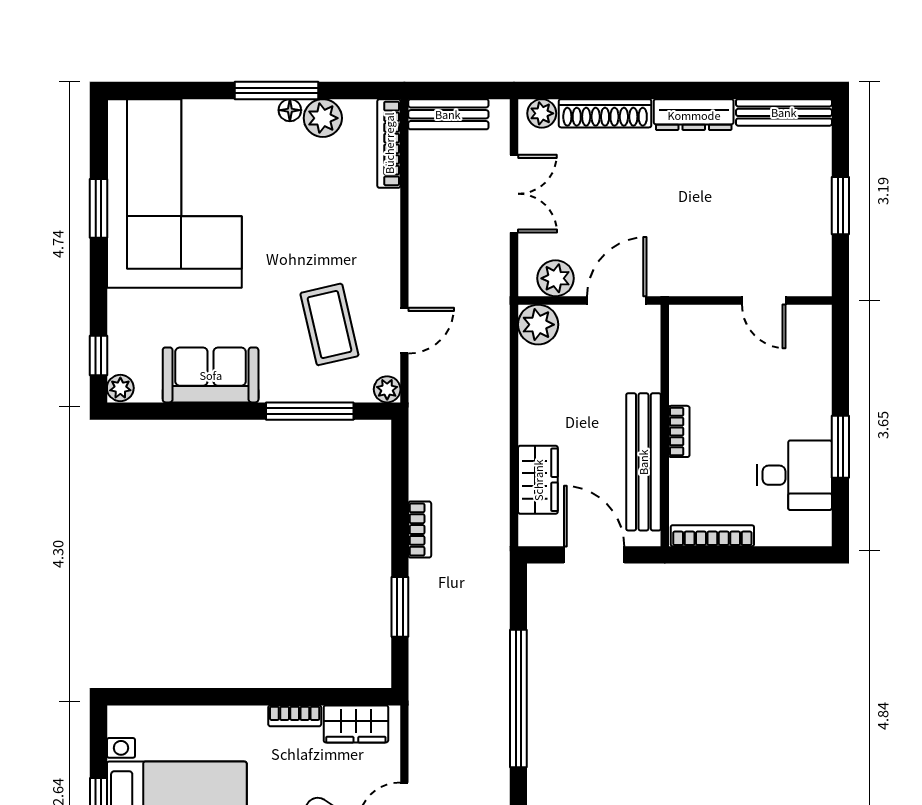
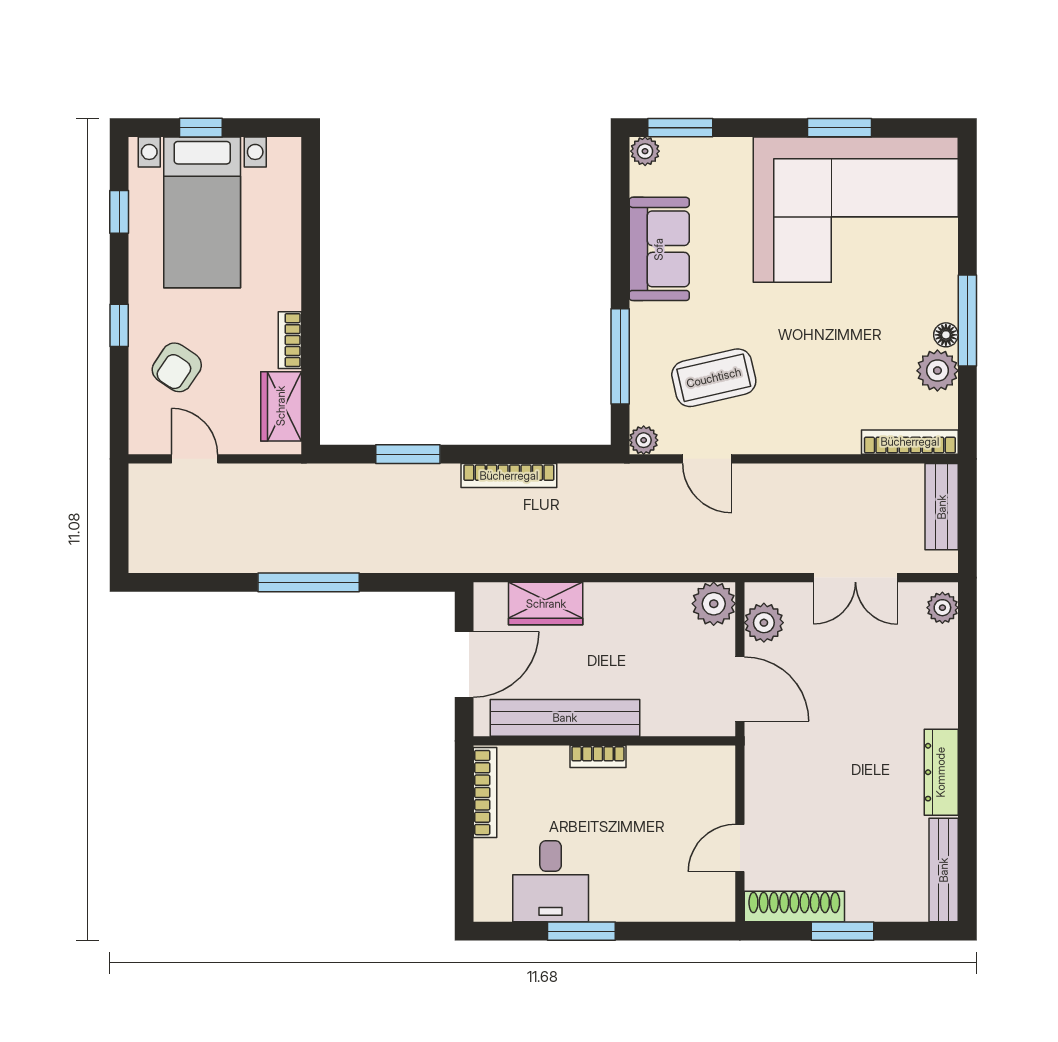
shoe rack: (605, 113) -> (794, 907), moved, turned 90
window: (98, 355) -> (680, 128), width x1.50
bookcase: (420, 530) -> (509, 476), width x1.56
window: (518, 699) -> (309, 582), width x0.68

